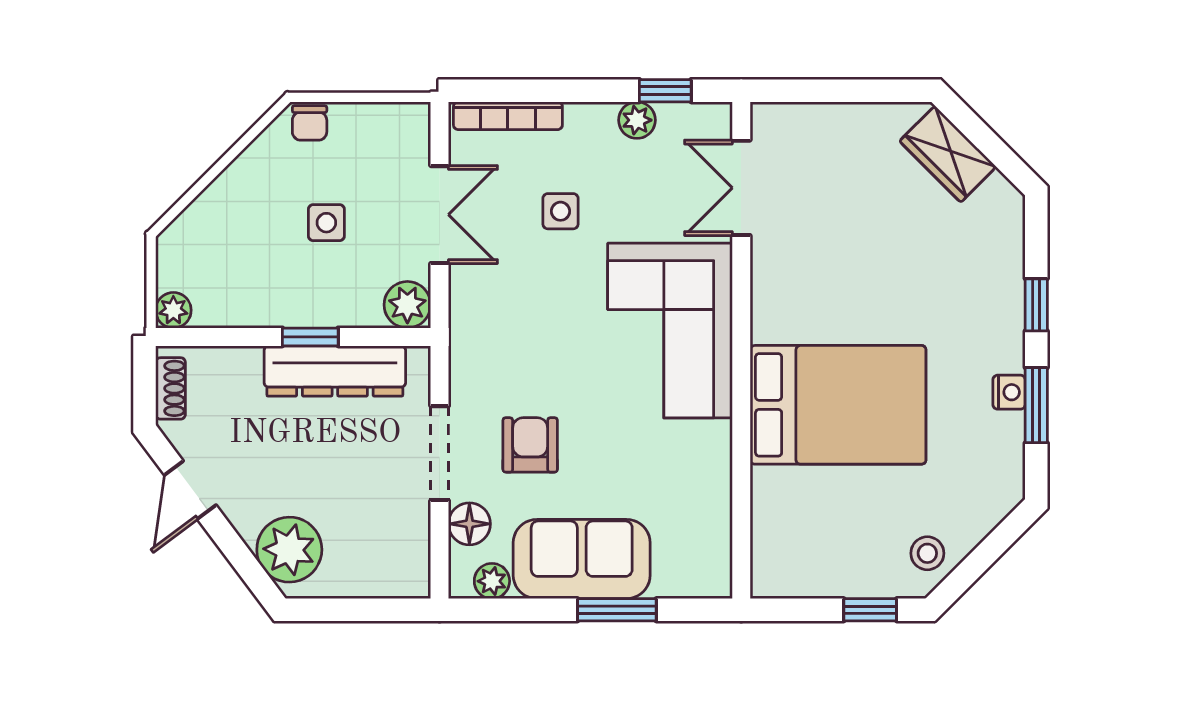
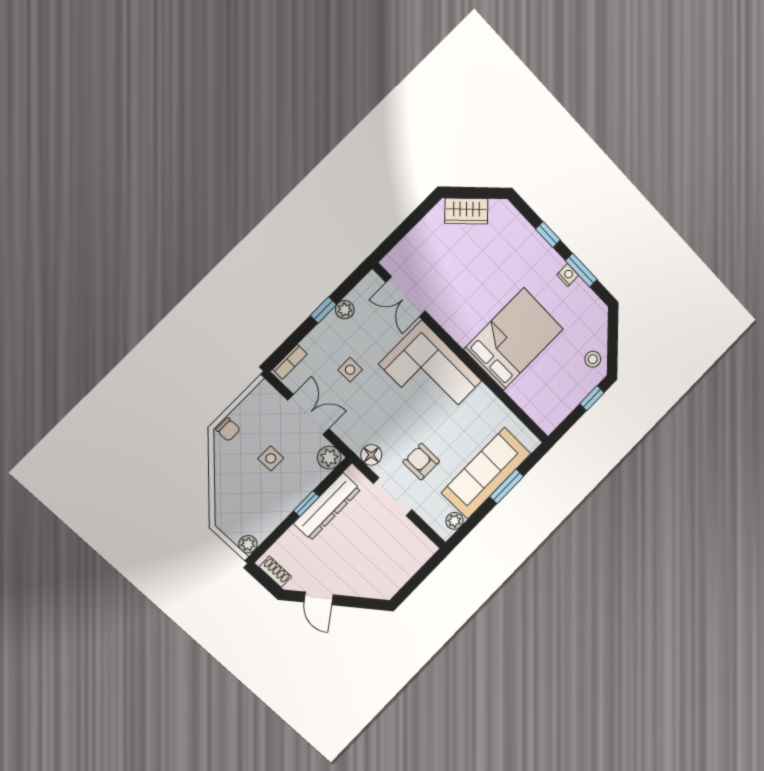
window: (665, 91) -> (323, 310), moved
bookcase: (508, 116) -> (290, 362), width x0.64
floor lamp: (469, 524) -> (371, 455), moved
plant: (289, 550) -> (374, 583), removed
sofa: (582, 559) -> (486, 473), width x1.36

